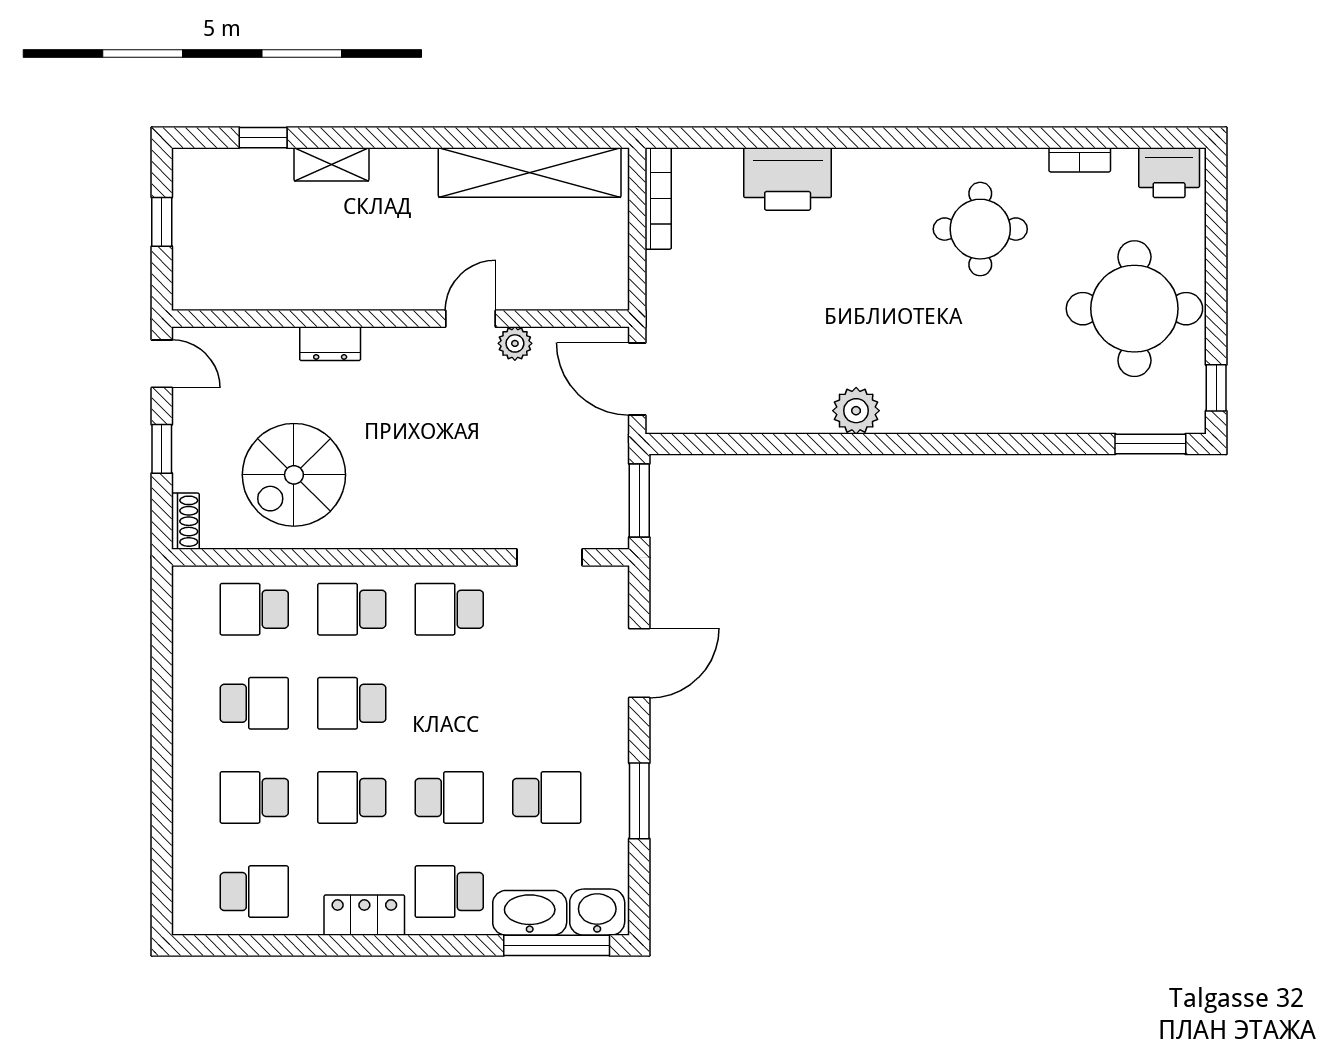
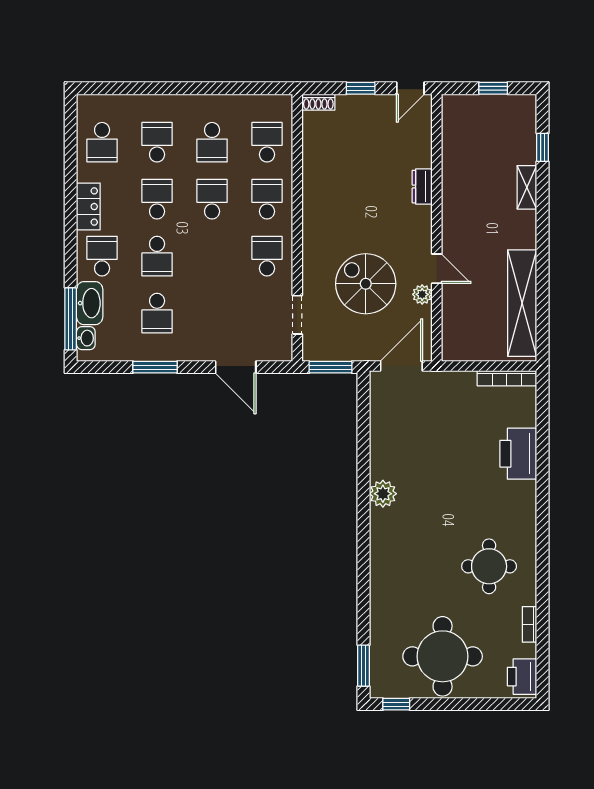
spiral stairs: (294, 475) -> (366, 284), moved
washbasin: (597, 912) -> (86, 338), width x0.72, depth x0.69

